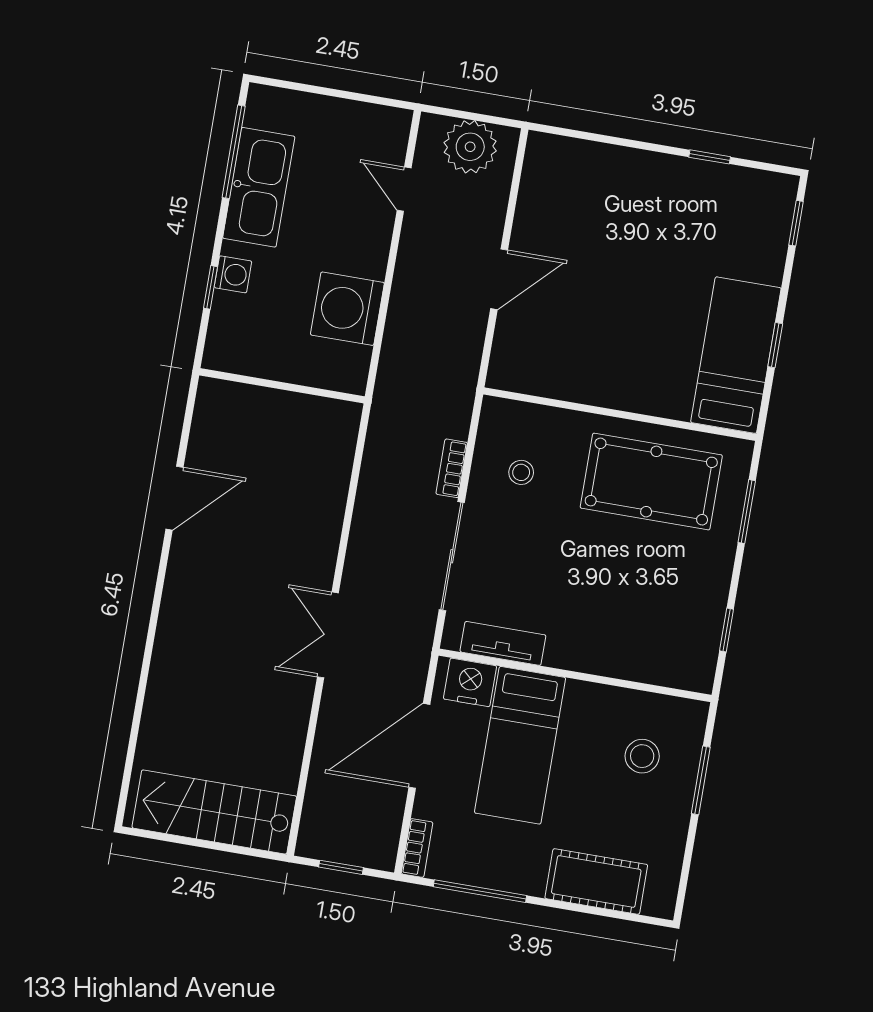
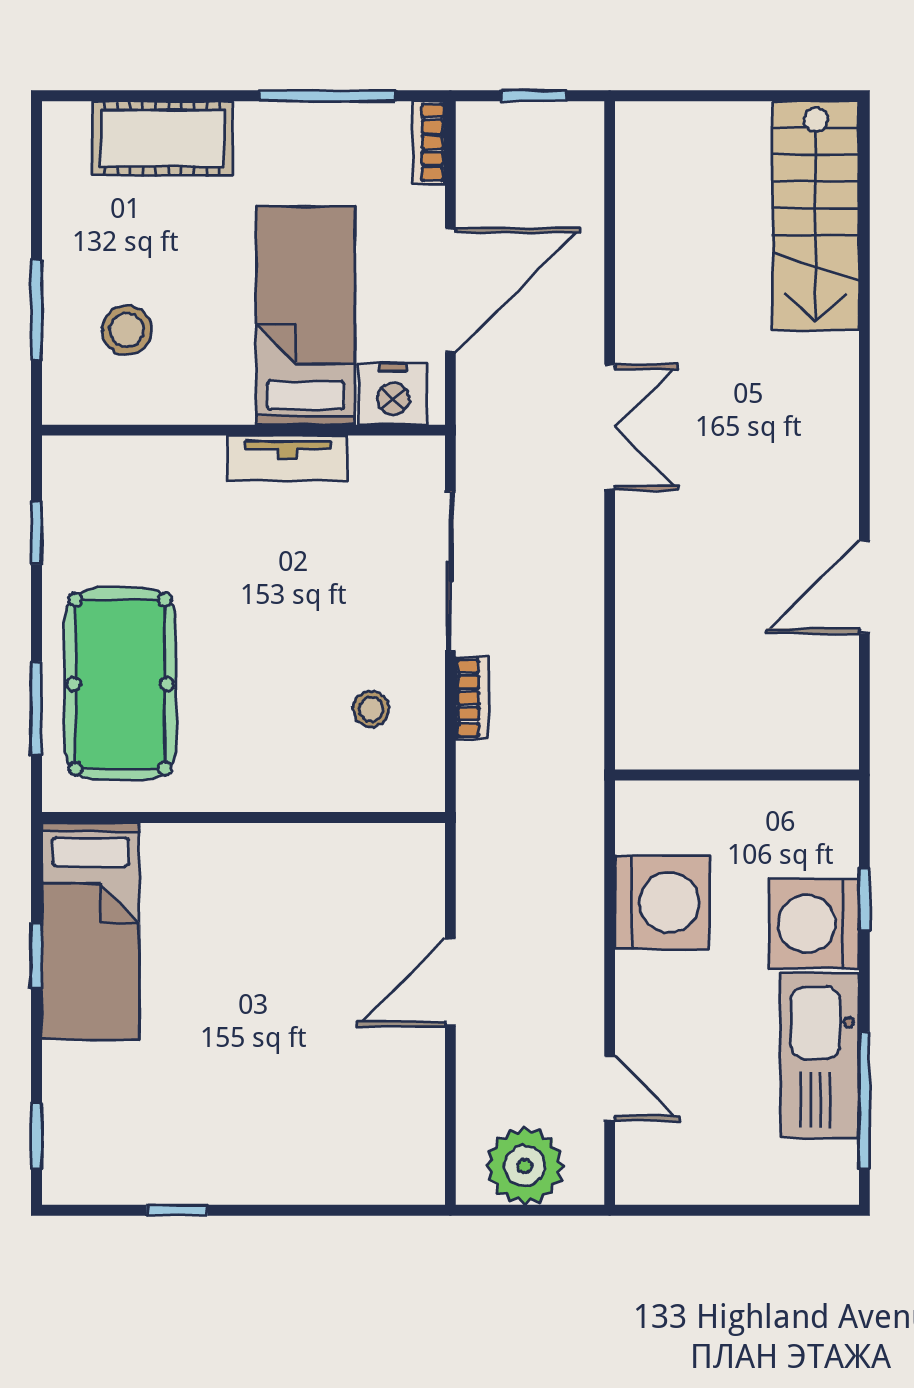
washing machine: (233, 274) -> (814, 924), width x1.89, depth x1.89
pool table: (651, 482) -> (120, 684), moved, turned 90
tv unit: (503, 643) -> (288, 458), moved
stairs: (214, 812) -> (816, 216), moved, turned 90

